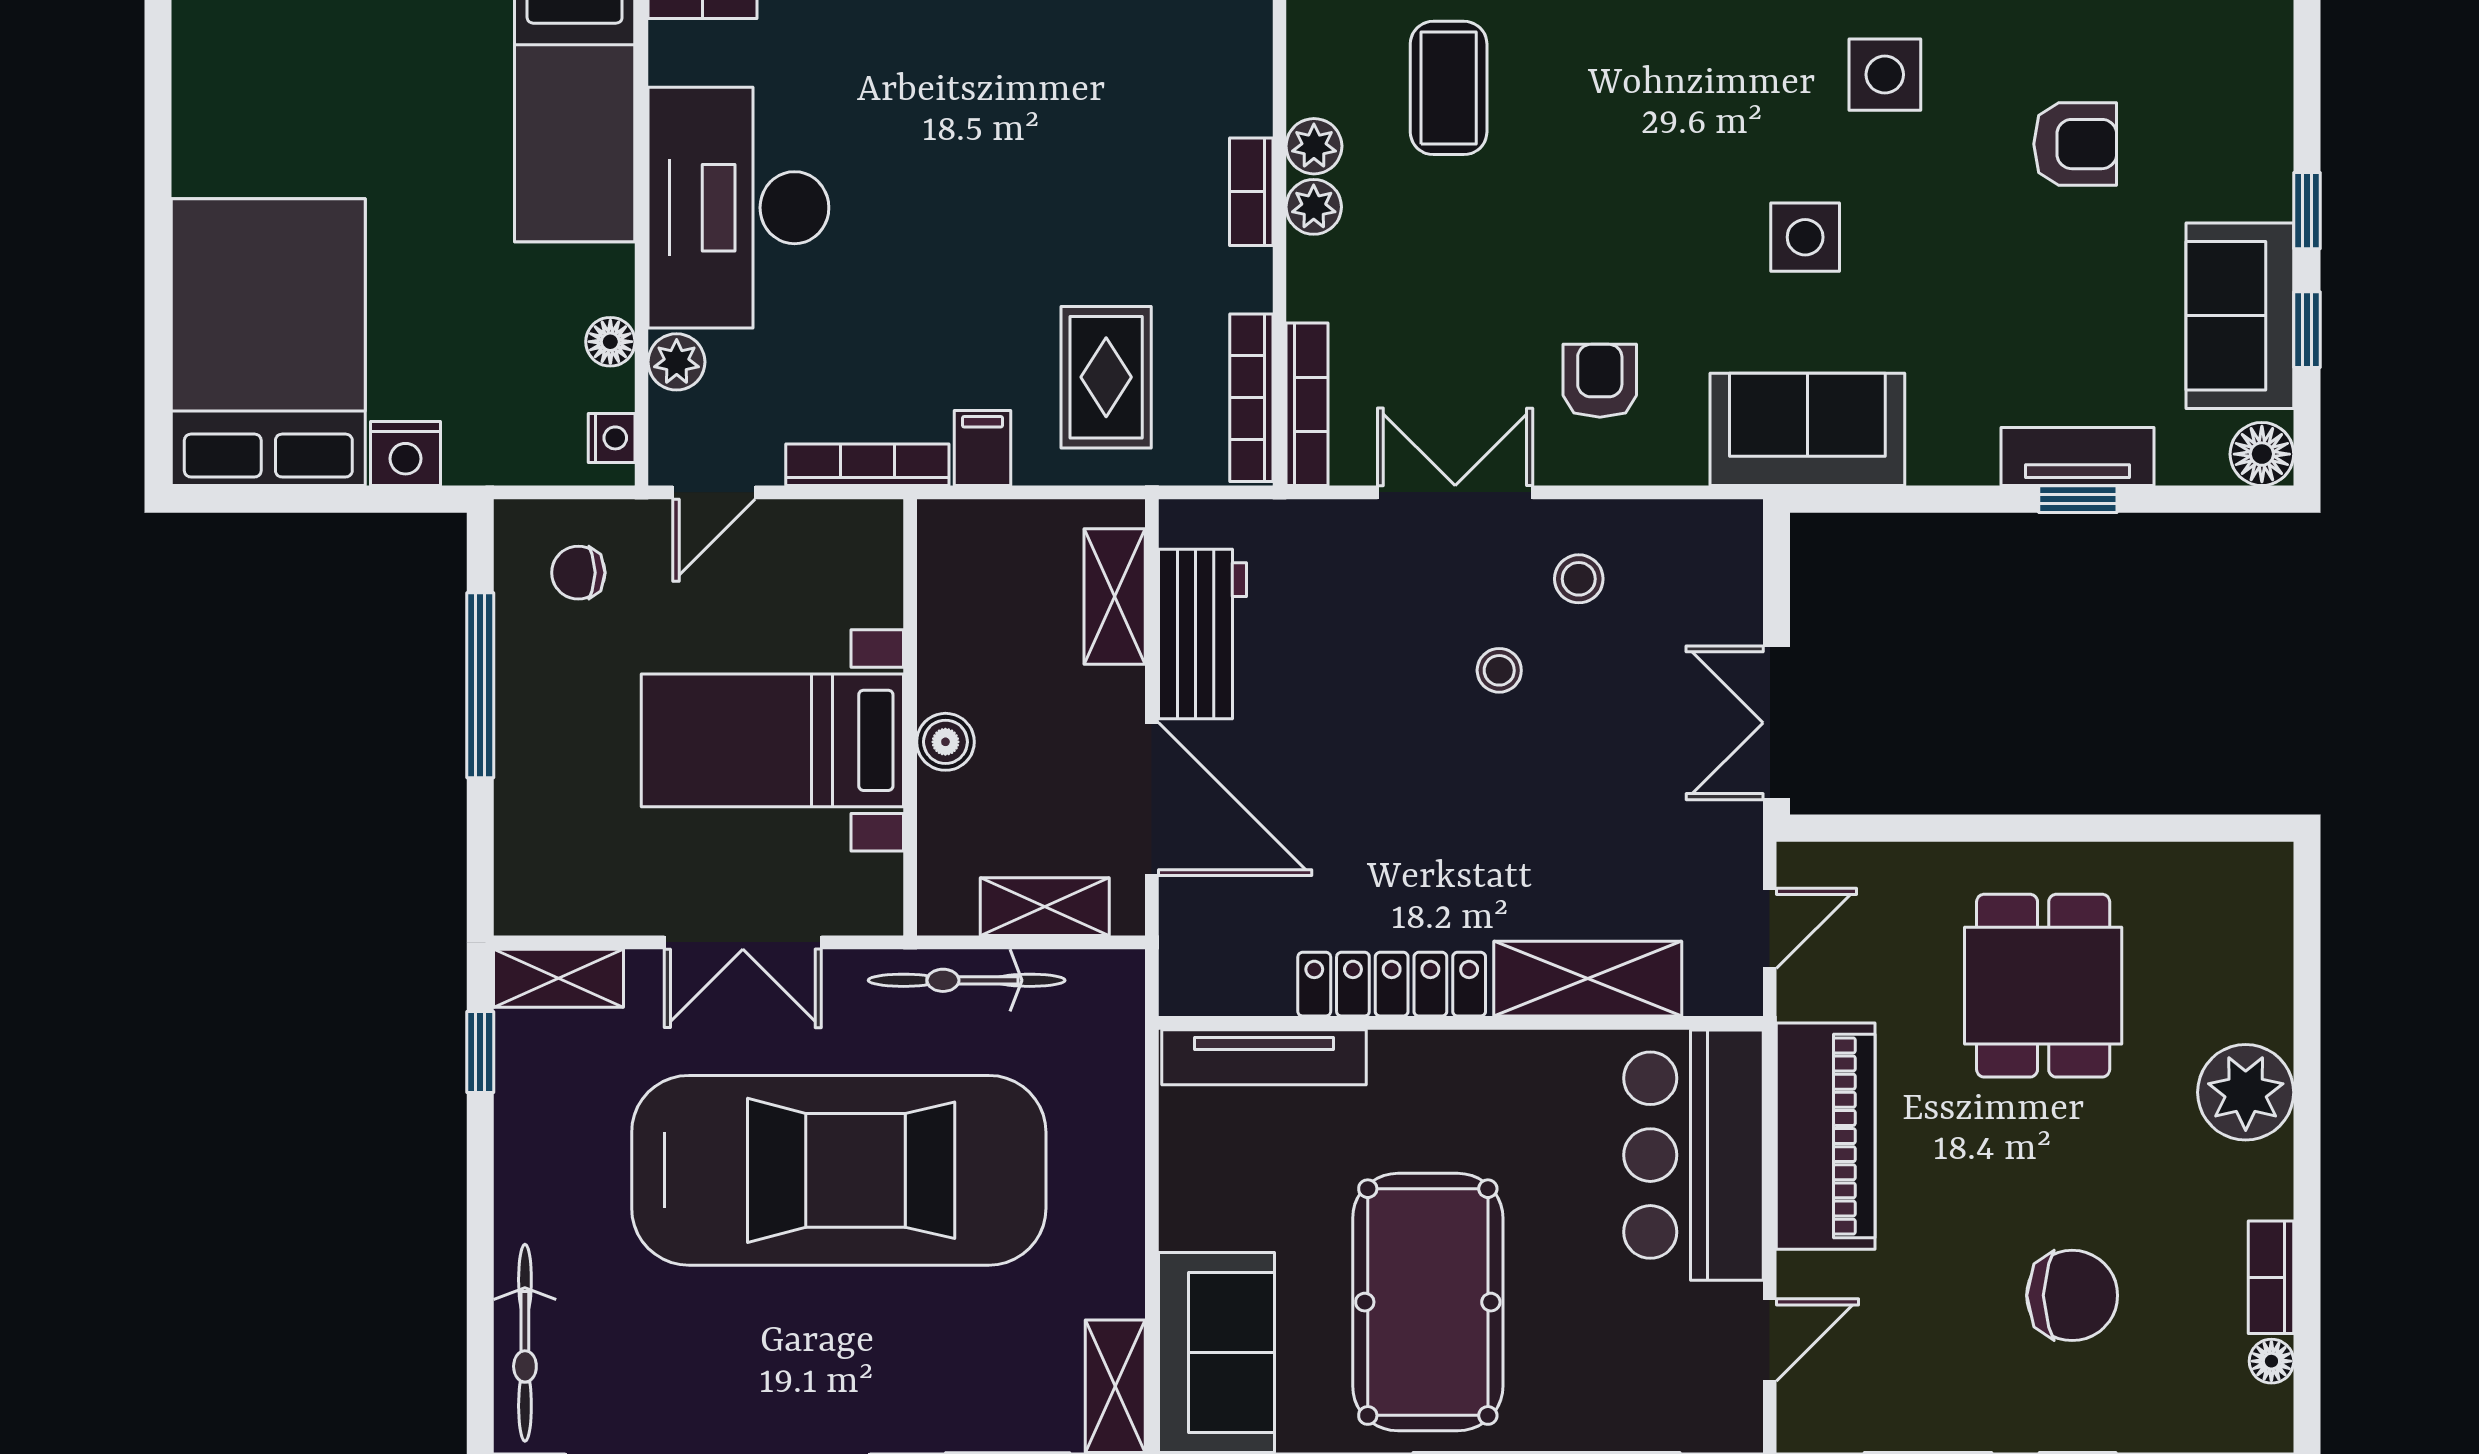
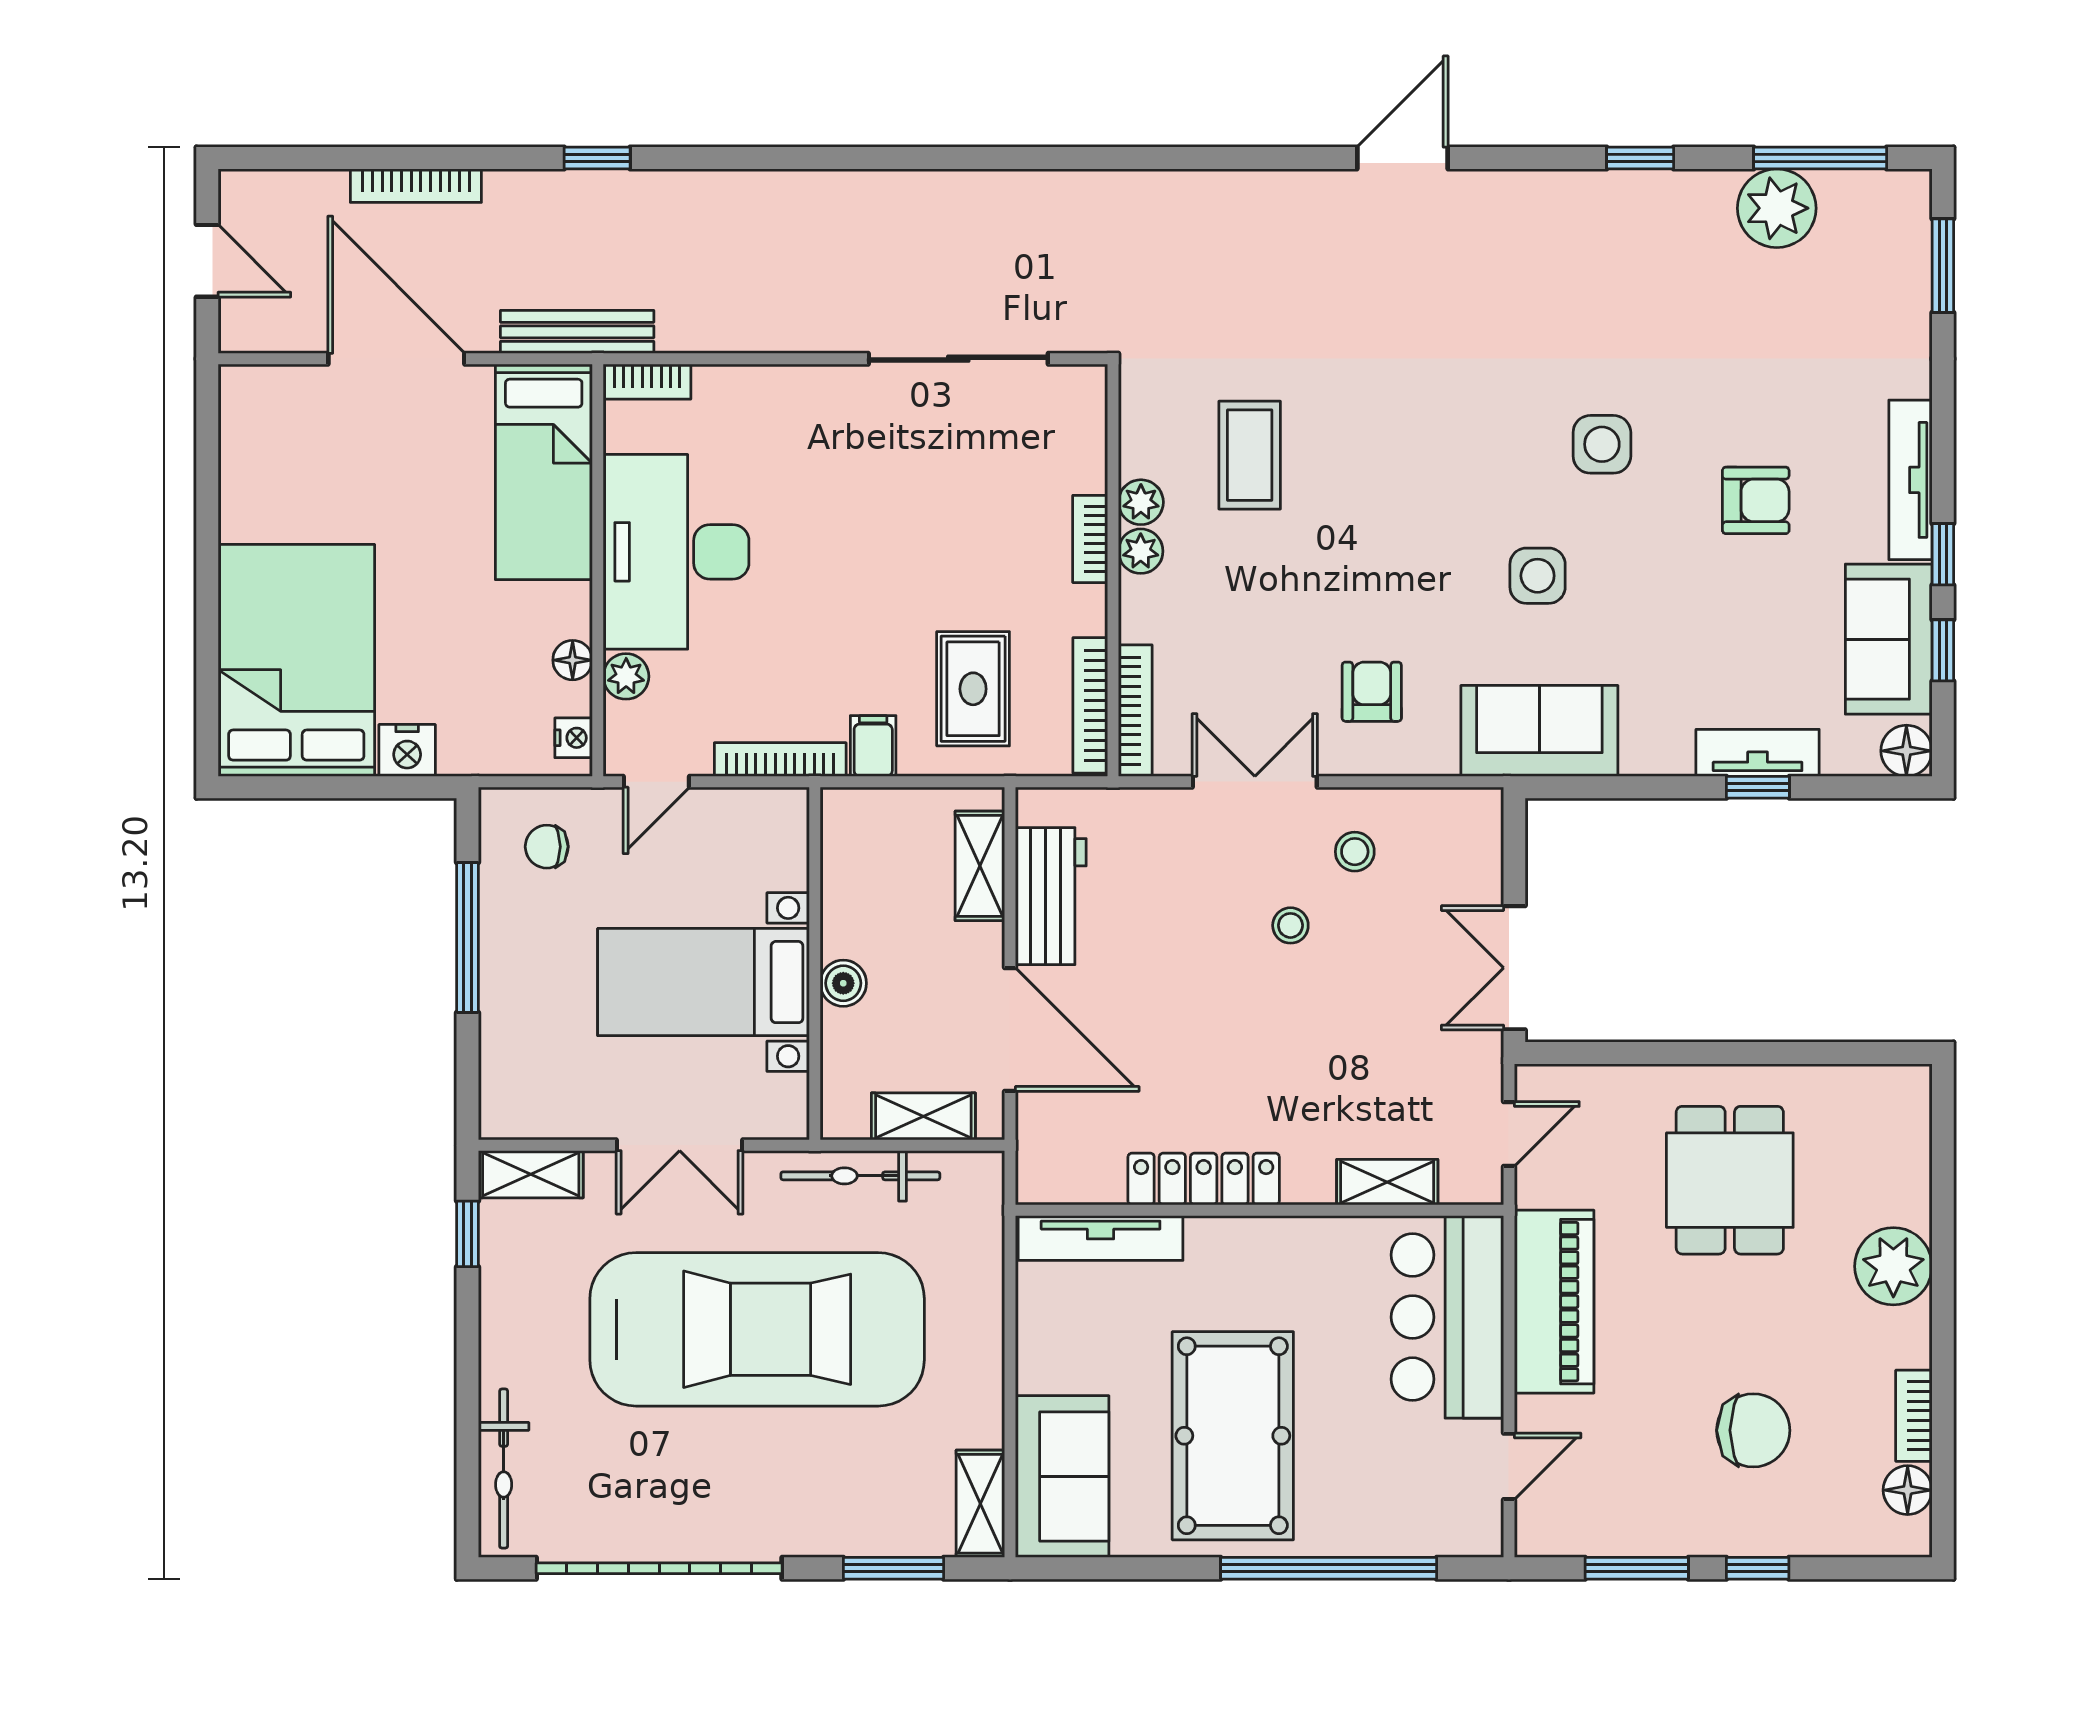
tv unit: (2267, 119) -> (1910, 480), added
shelving: (1588, 979) -> (1387, 1182), width x0.67, depth x0.75
floor lamp: (2271, 1361) -> (1908, 1490), width x1.37, depth x1.37

